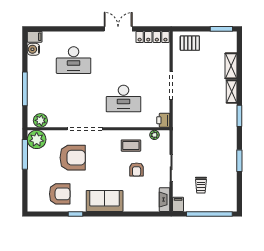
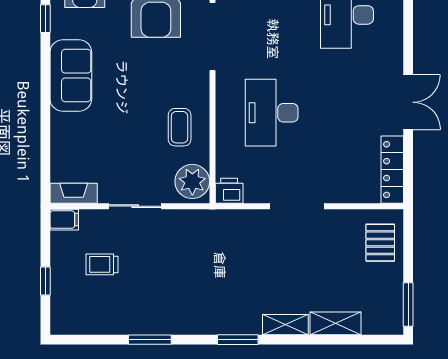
plant: (154, 135) -> (192, 181), width x1.88, depth x1.88
armchair: (137, 169) -> (133, 138), removed
window: (209, 214) -> (45, 281), width x0.32

